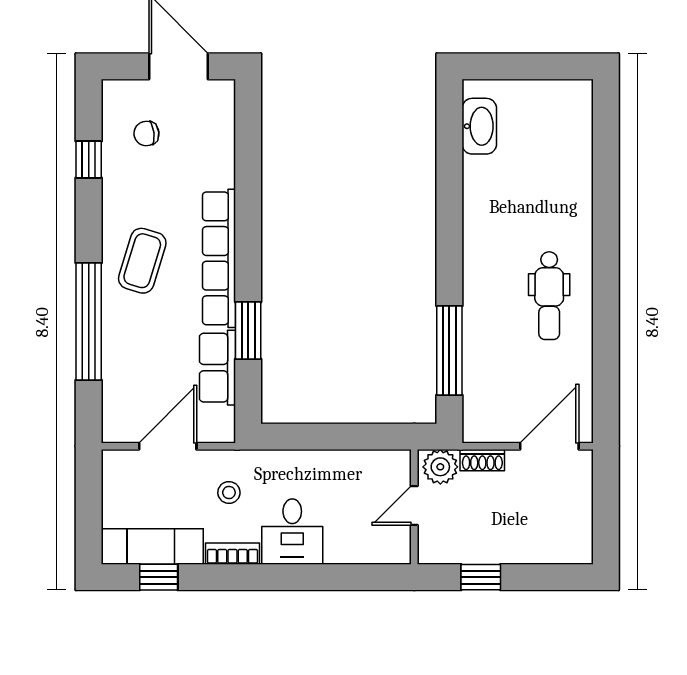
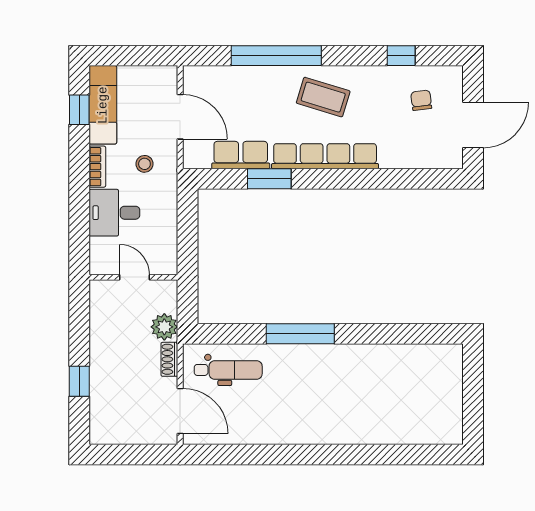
washbasin: (479, 126) -> (427, 357), removed
dental chair: (549, 296) -> (228, 370), moved, turned 180
window: (449, 350) -> (300, 334), moved
door: (414, 506) -> (134, 277), moved
wall: (414, 507) -> (133, 277), moved
window: (481, 577) -> (79, 381), moved

